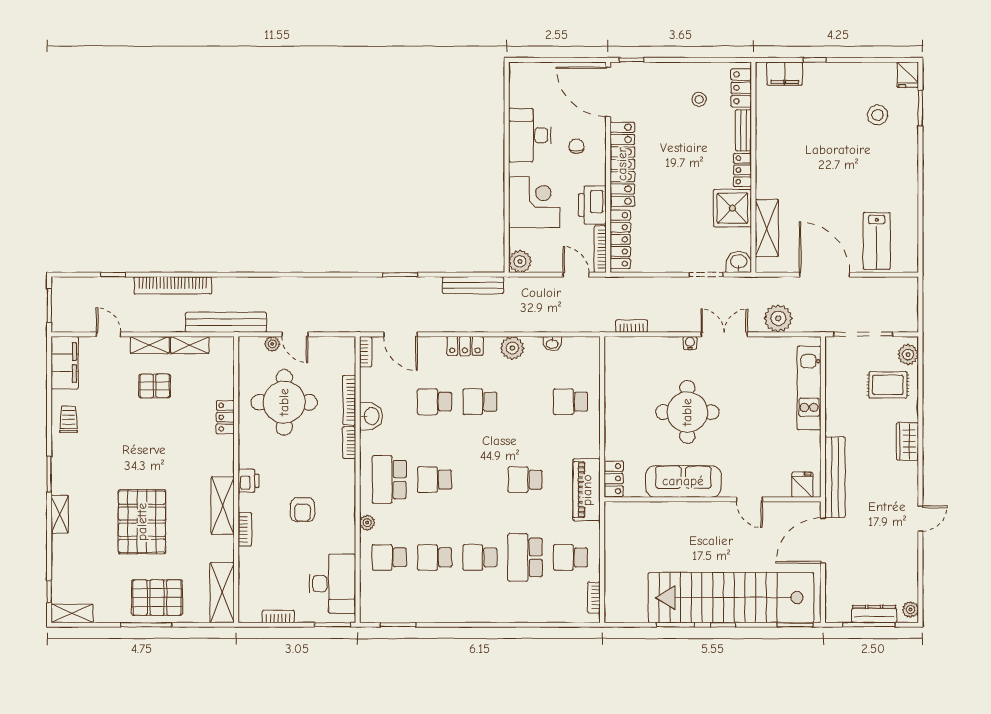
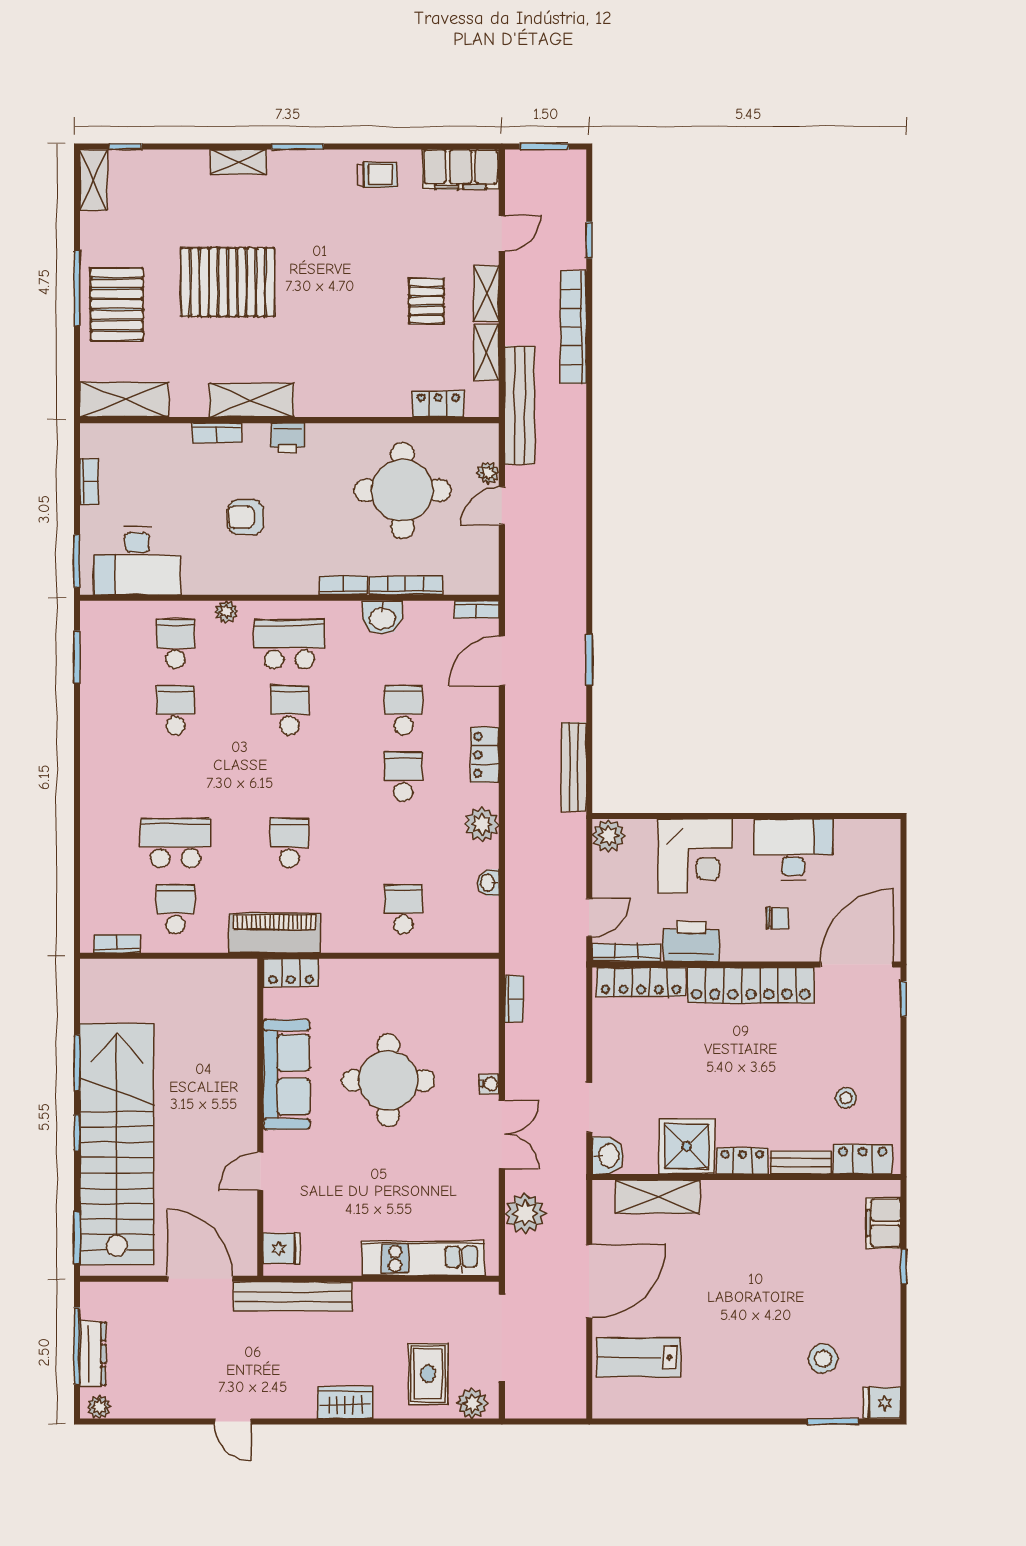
locker: (225, 417) -> (438, 404), moved
school desk: (480, 557) -> (175, 777), removed

